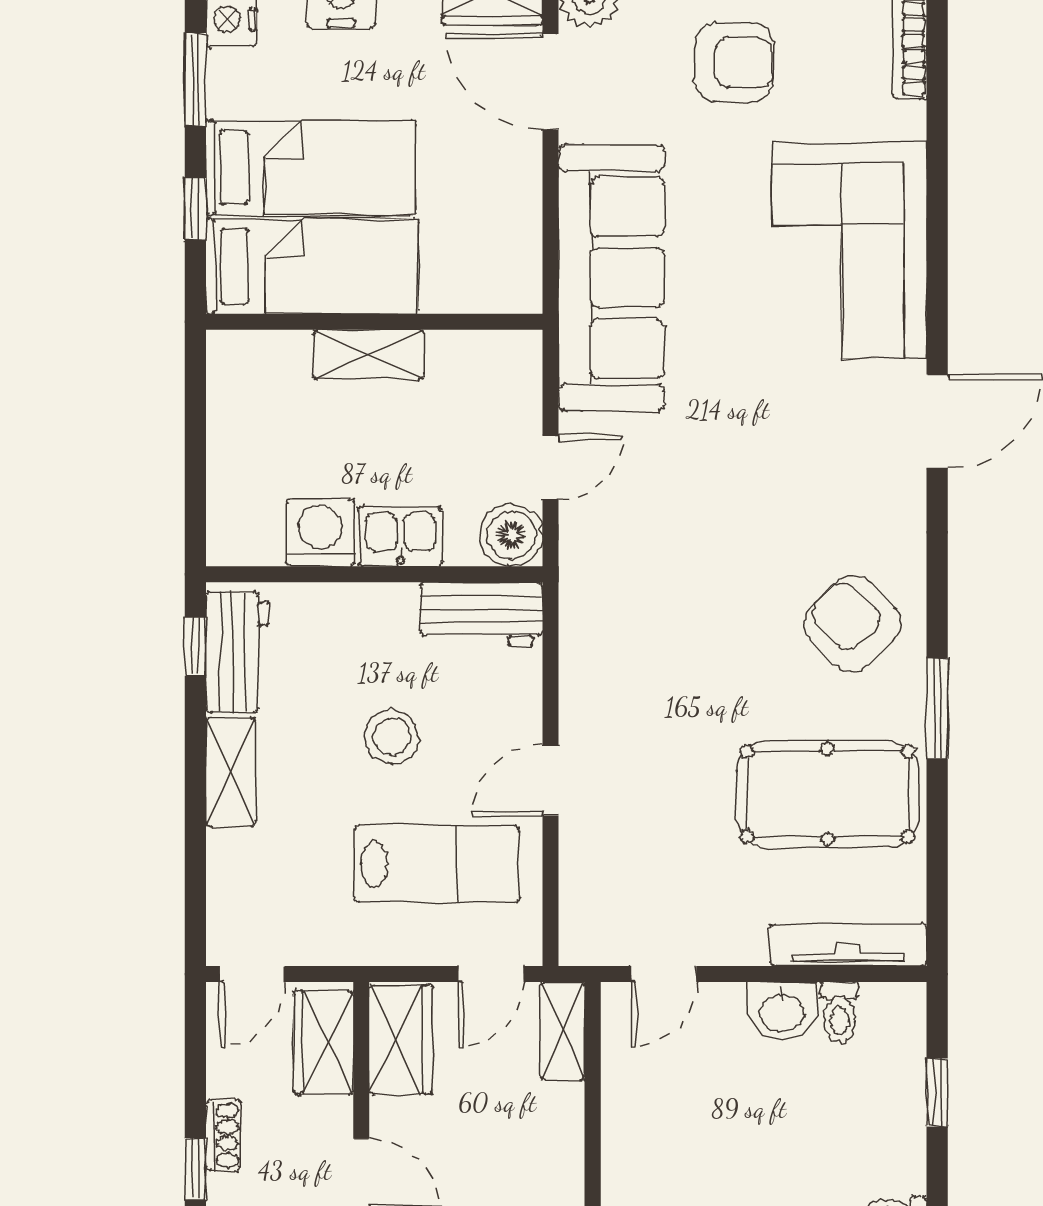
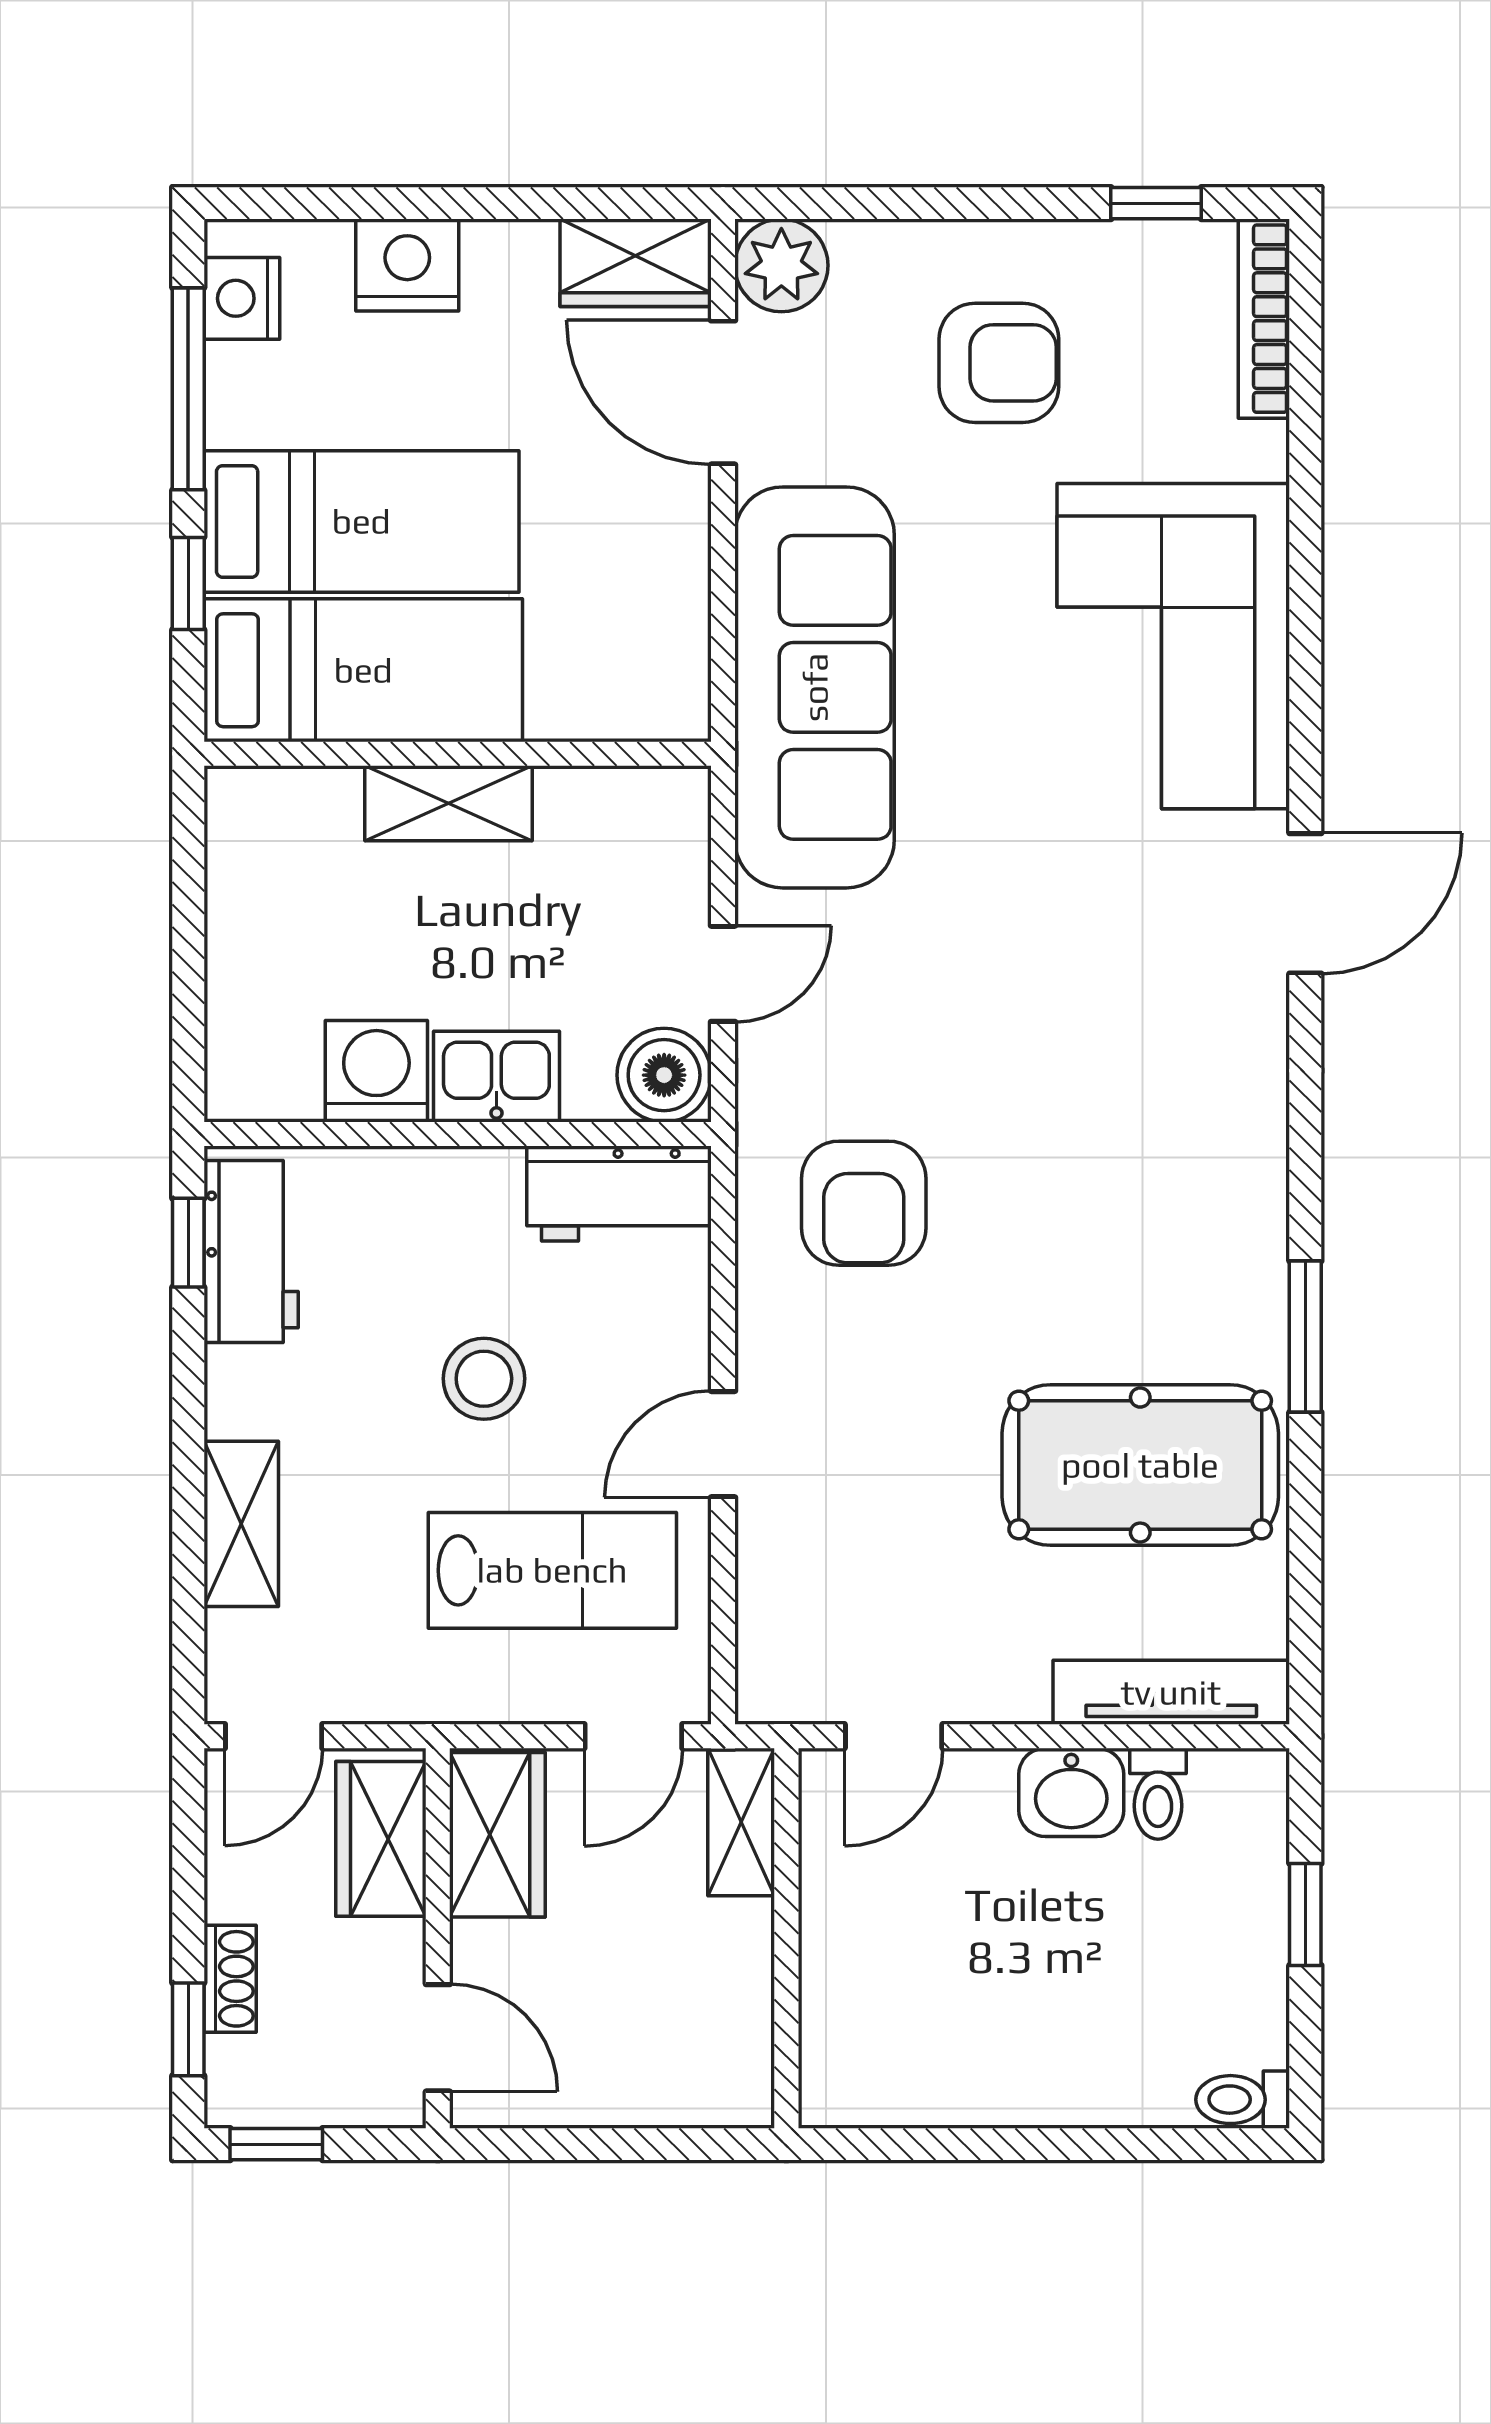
window: (195, 79) -> (188, 389), width x1.44
armchair: (853, 623) -> (864, 1203), moved, turned -136
shelving: (231, 772) -> (241, 1524), moved

